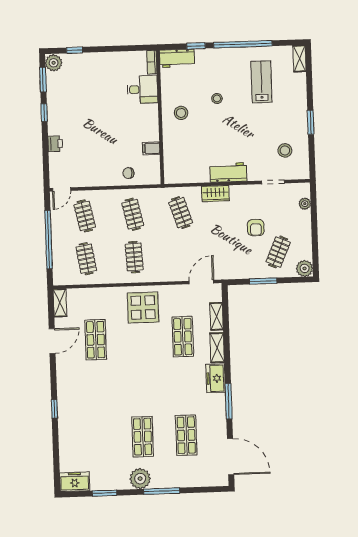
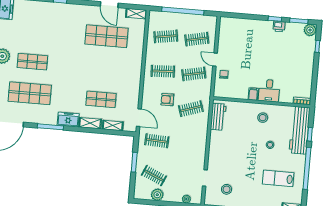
workbench: (177, 58) -> (299, 130), width x1.88, depth x1.32
lab bench: (261, 82) -> (278, 178), turned 180
desk: (142, 89) -> (269, 91), moved
printer: (55, 144) -> (279, 26), moved
filing cabinet: (151, 148) -> (253, 94), moved
workbench: (228, 172) -> (218, 117), moved
door: (62, 189) -> (215, 60), moved
wardrobe: (215, 194) -> (201, 135), removed
armchair: (256, 228) -> (167, 100), moved
clothes rail: (230, 254) -> (157, 141), added
plant: (305, 268) -> (157, 195), moved
display table: (143, 307) -> (126, 73), removed
shop shelf: (96, 340) -> (106, 36), width x1.43, depth x1.36
shop shelf: (186, 435) -> (30, 93), width x1.43, depth x1.36

